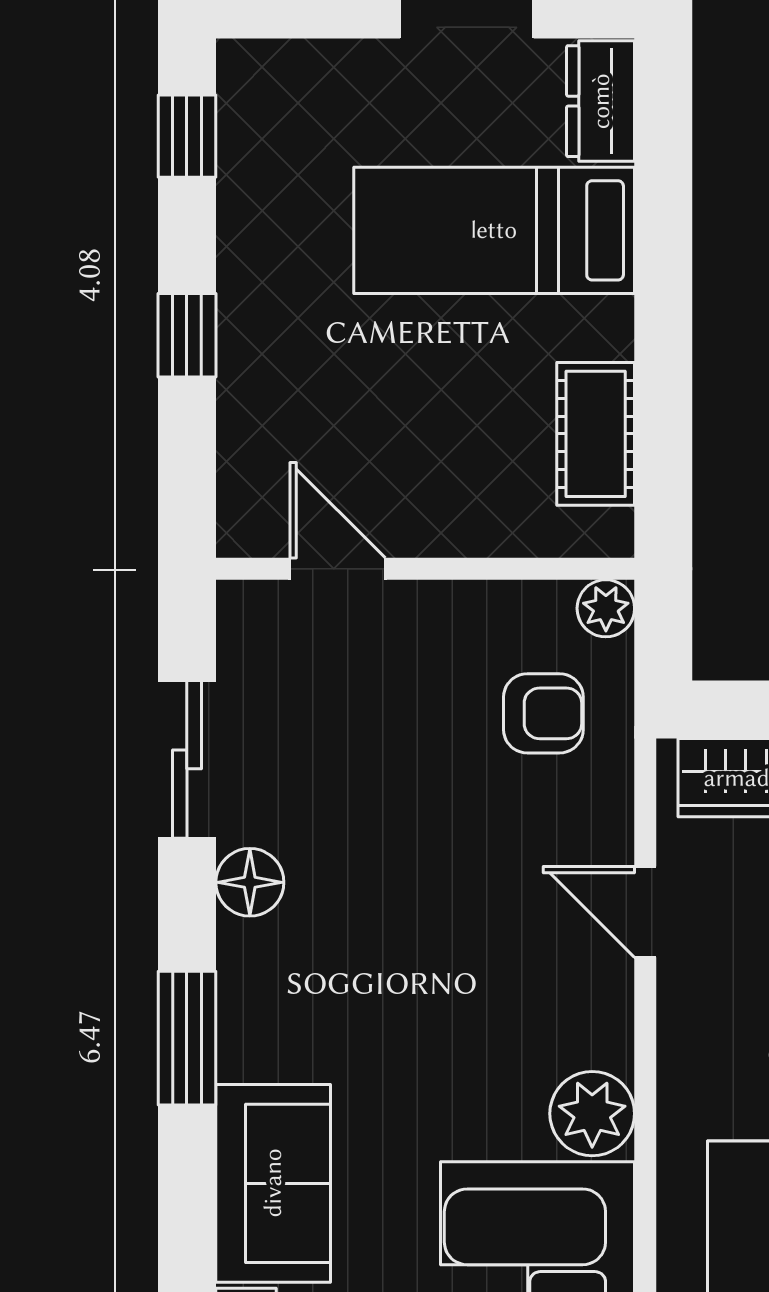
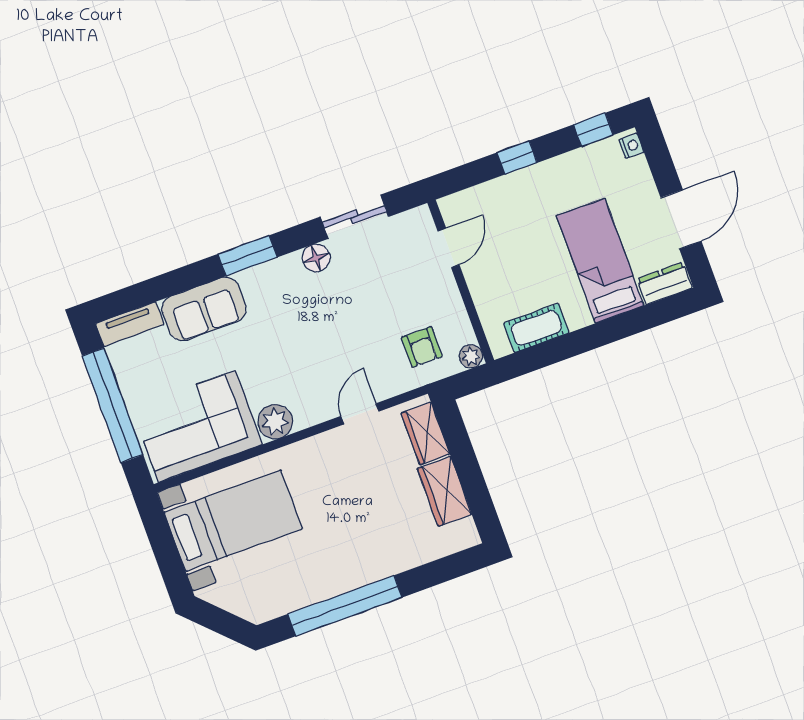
nightstand: (256, 62) -> (631, 146), added

